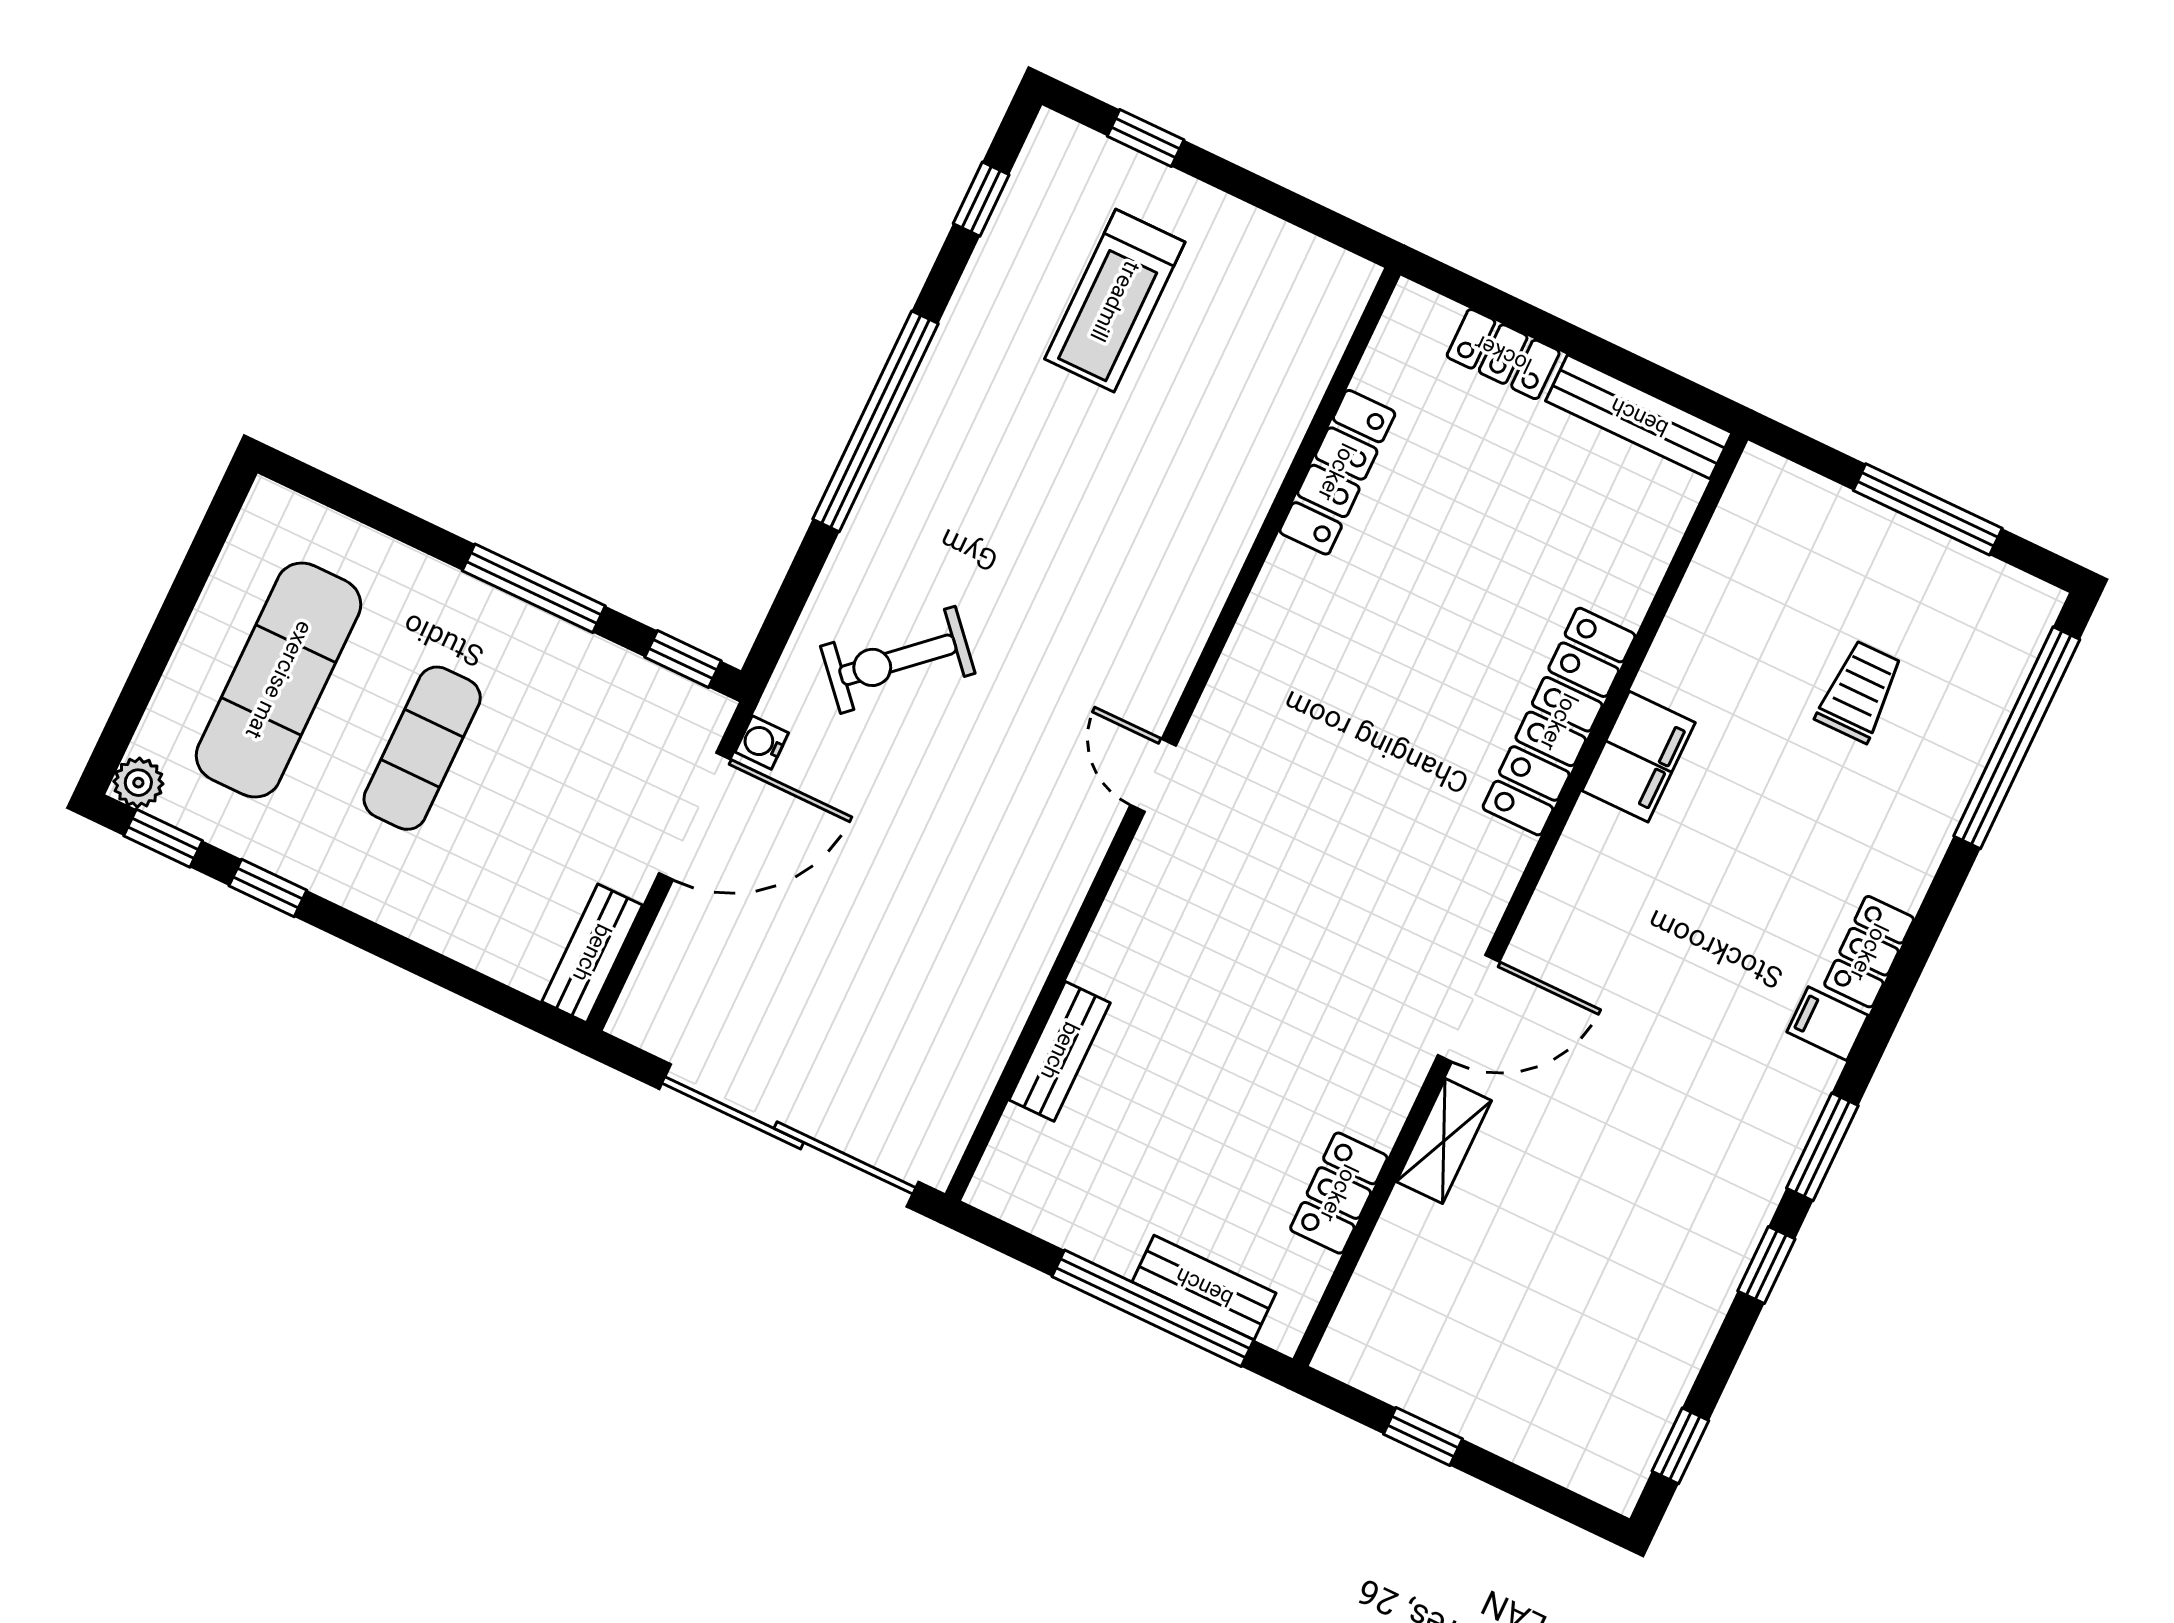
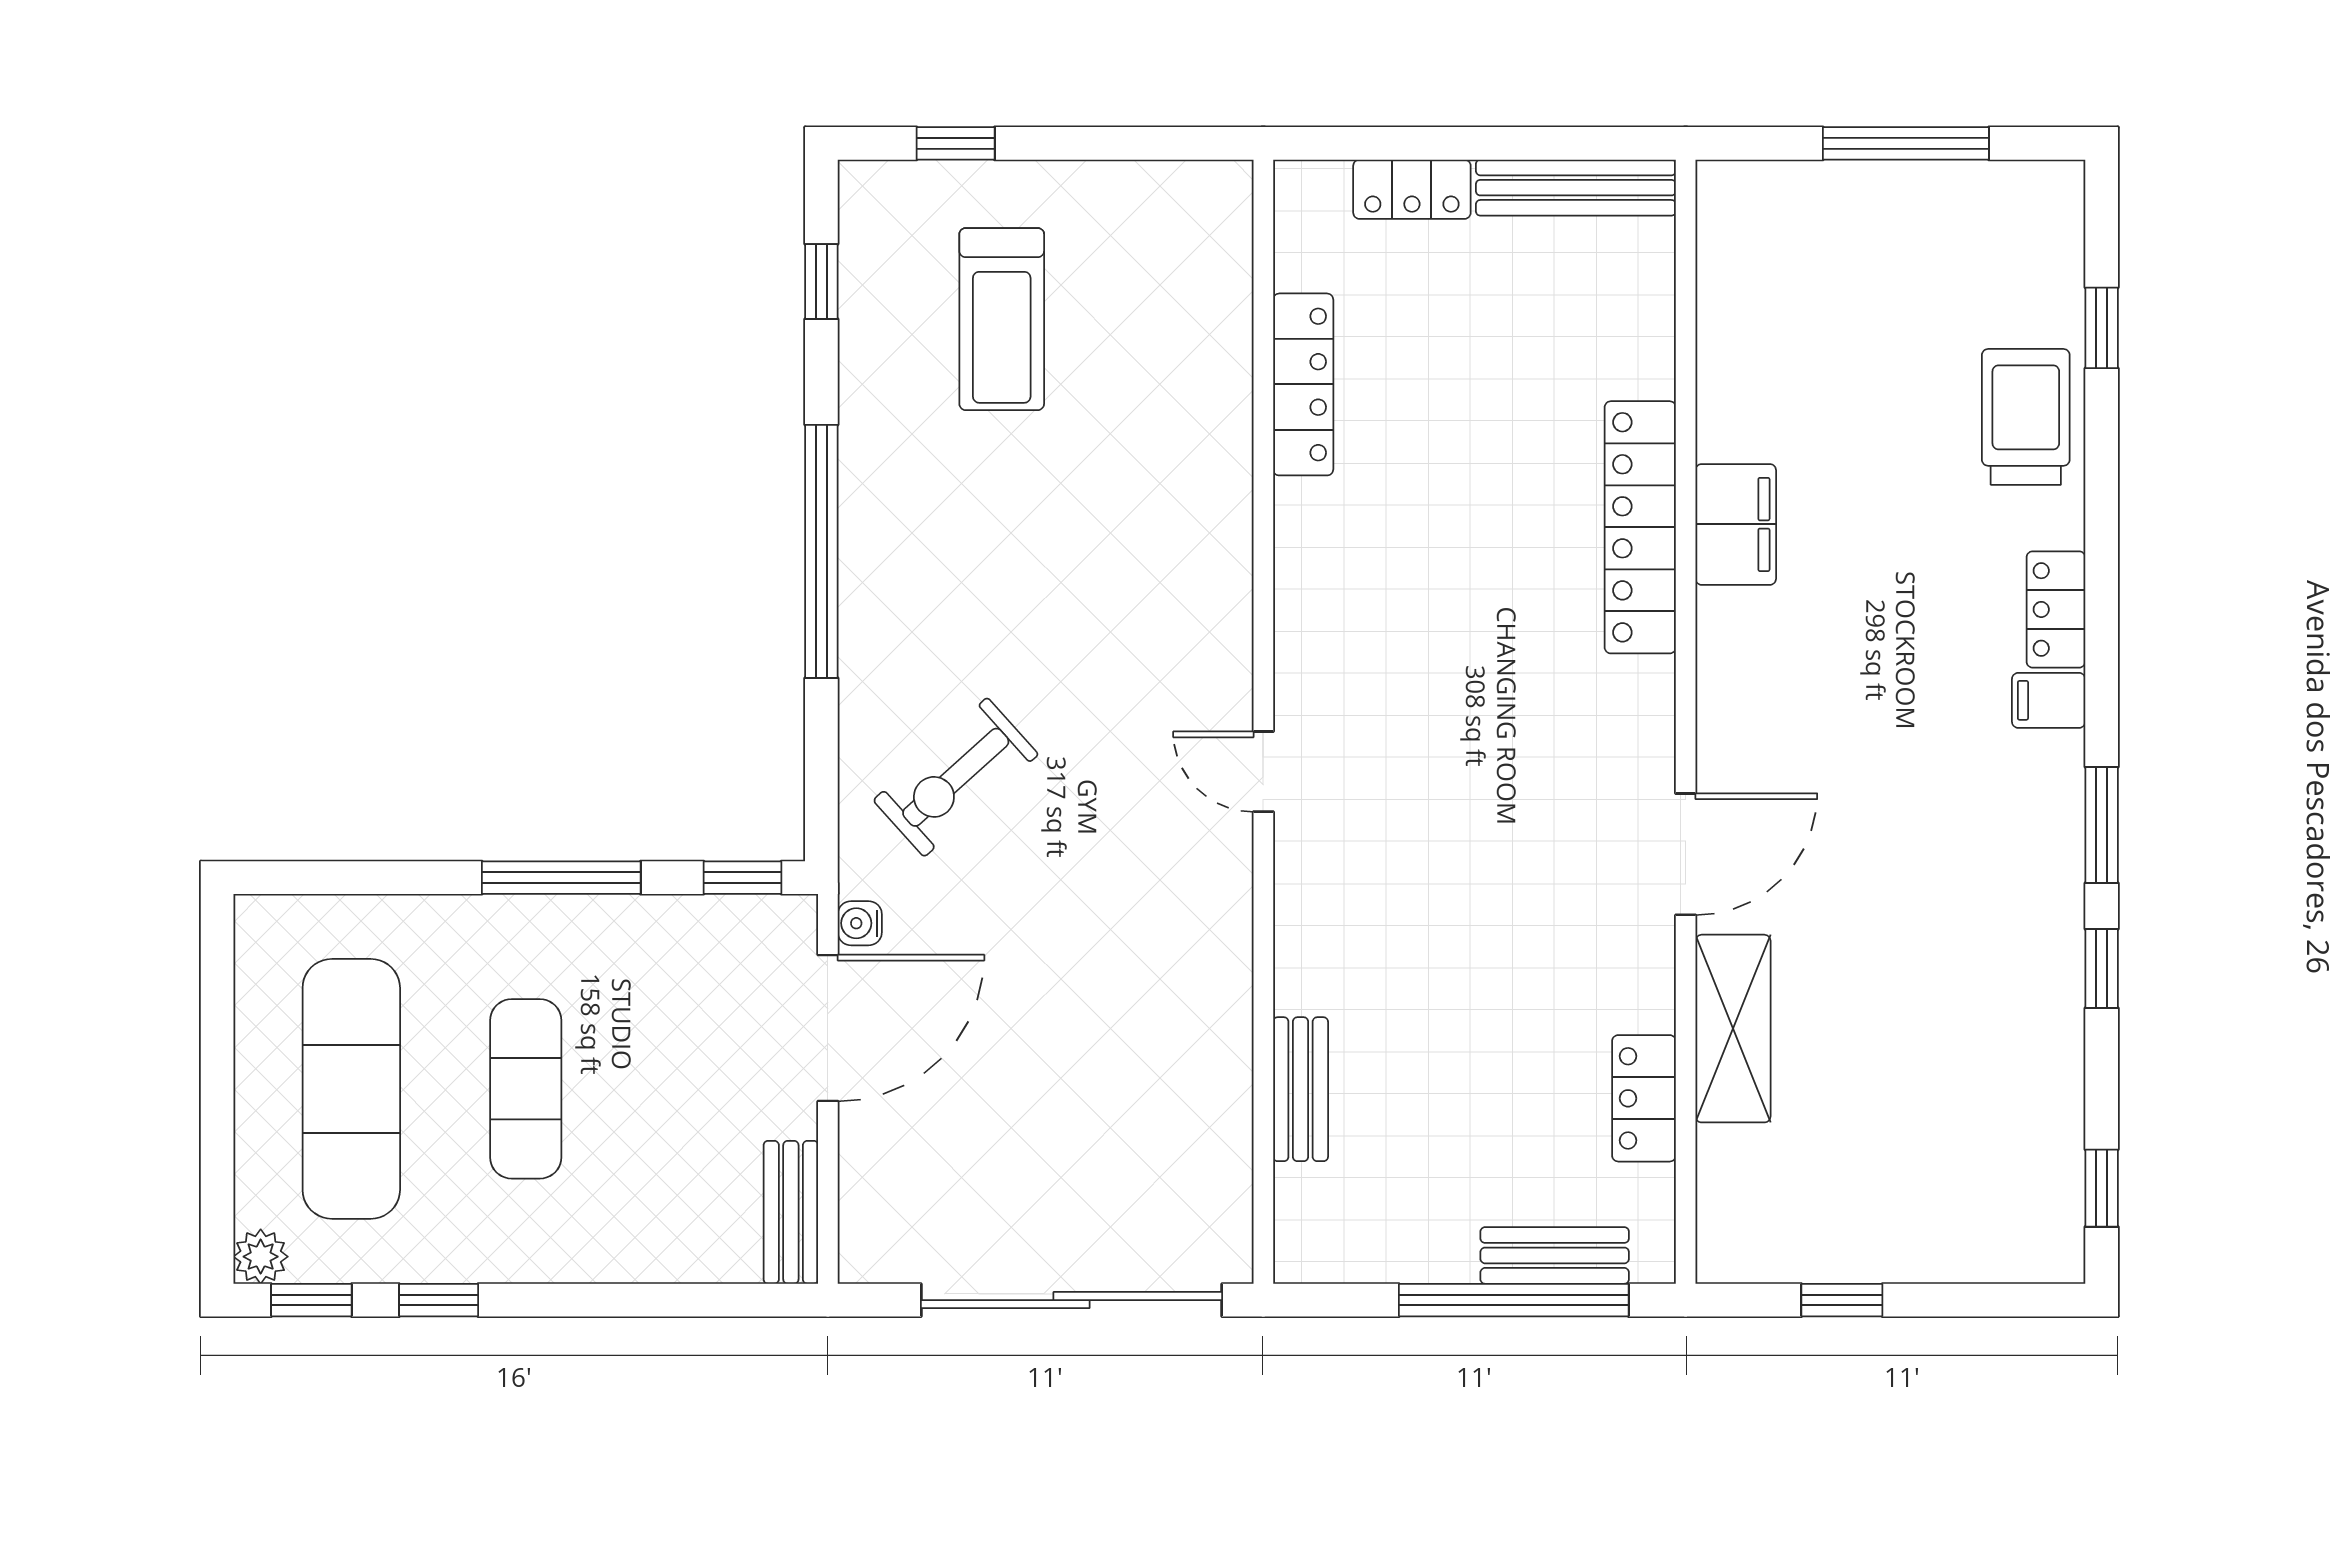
trolley: (1859, 692) -> (2026, 417), moved, width x1.36, depth x1.39
window: (2017, 738) -> (2102, 328), width x0.32
shelving: (1444, 1141) -> (1733, 1029), width x1.50, depth x1.33

